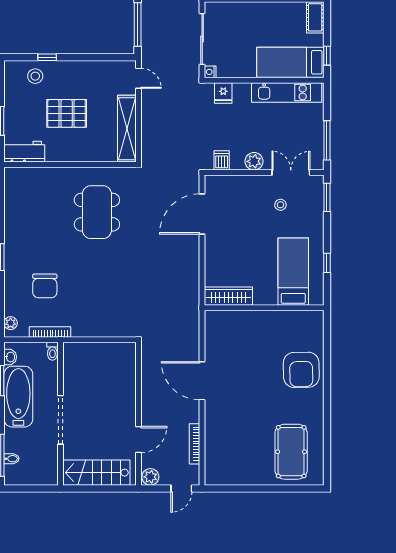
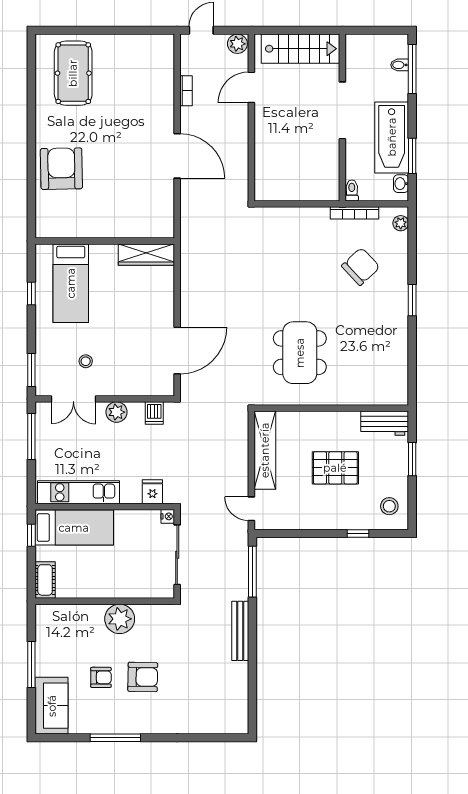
stool: (35, 76) -> (389, 506), moved
chair: (45, 286) -> (361, 267), turned 47
bookcase: (194, 444) -> (186, 91), width x0.64

